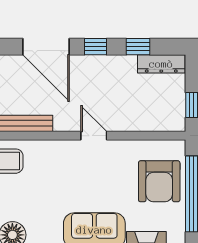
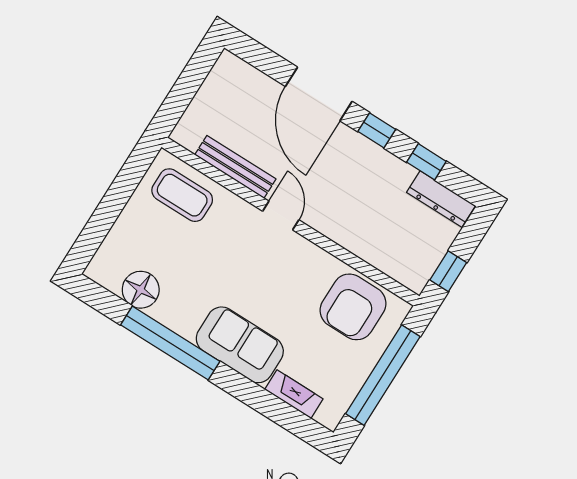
door: (94, 136) -> (281, 215), moved
armchair: (159, 181) -> (353, 307), moved

